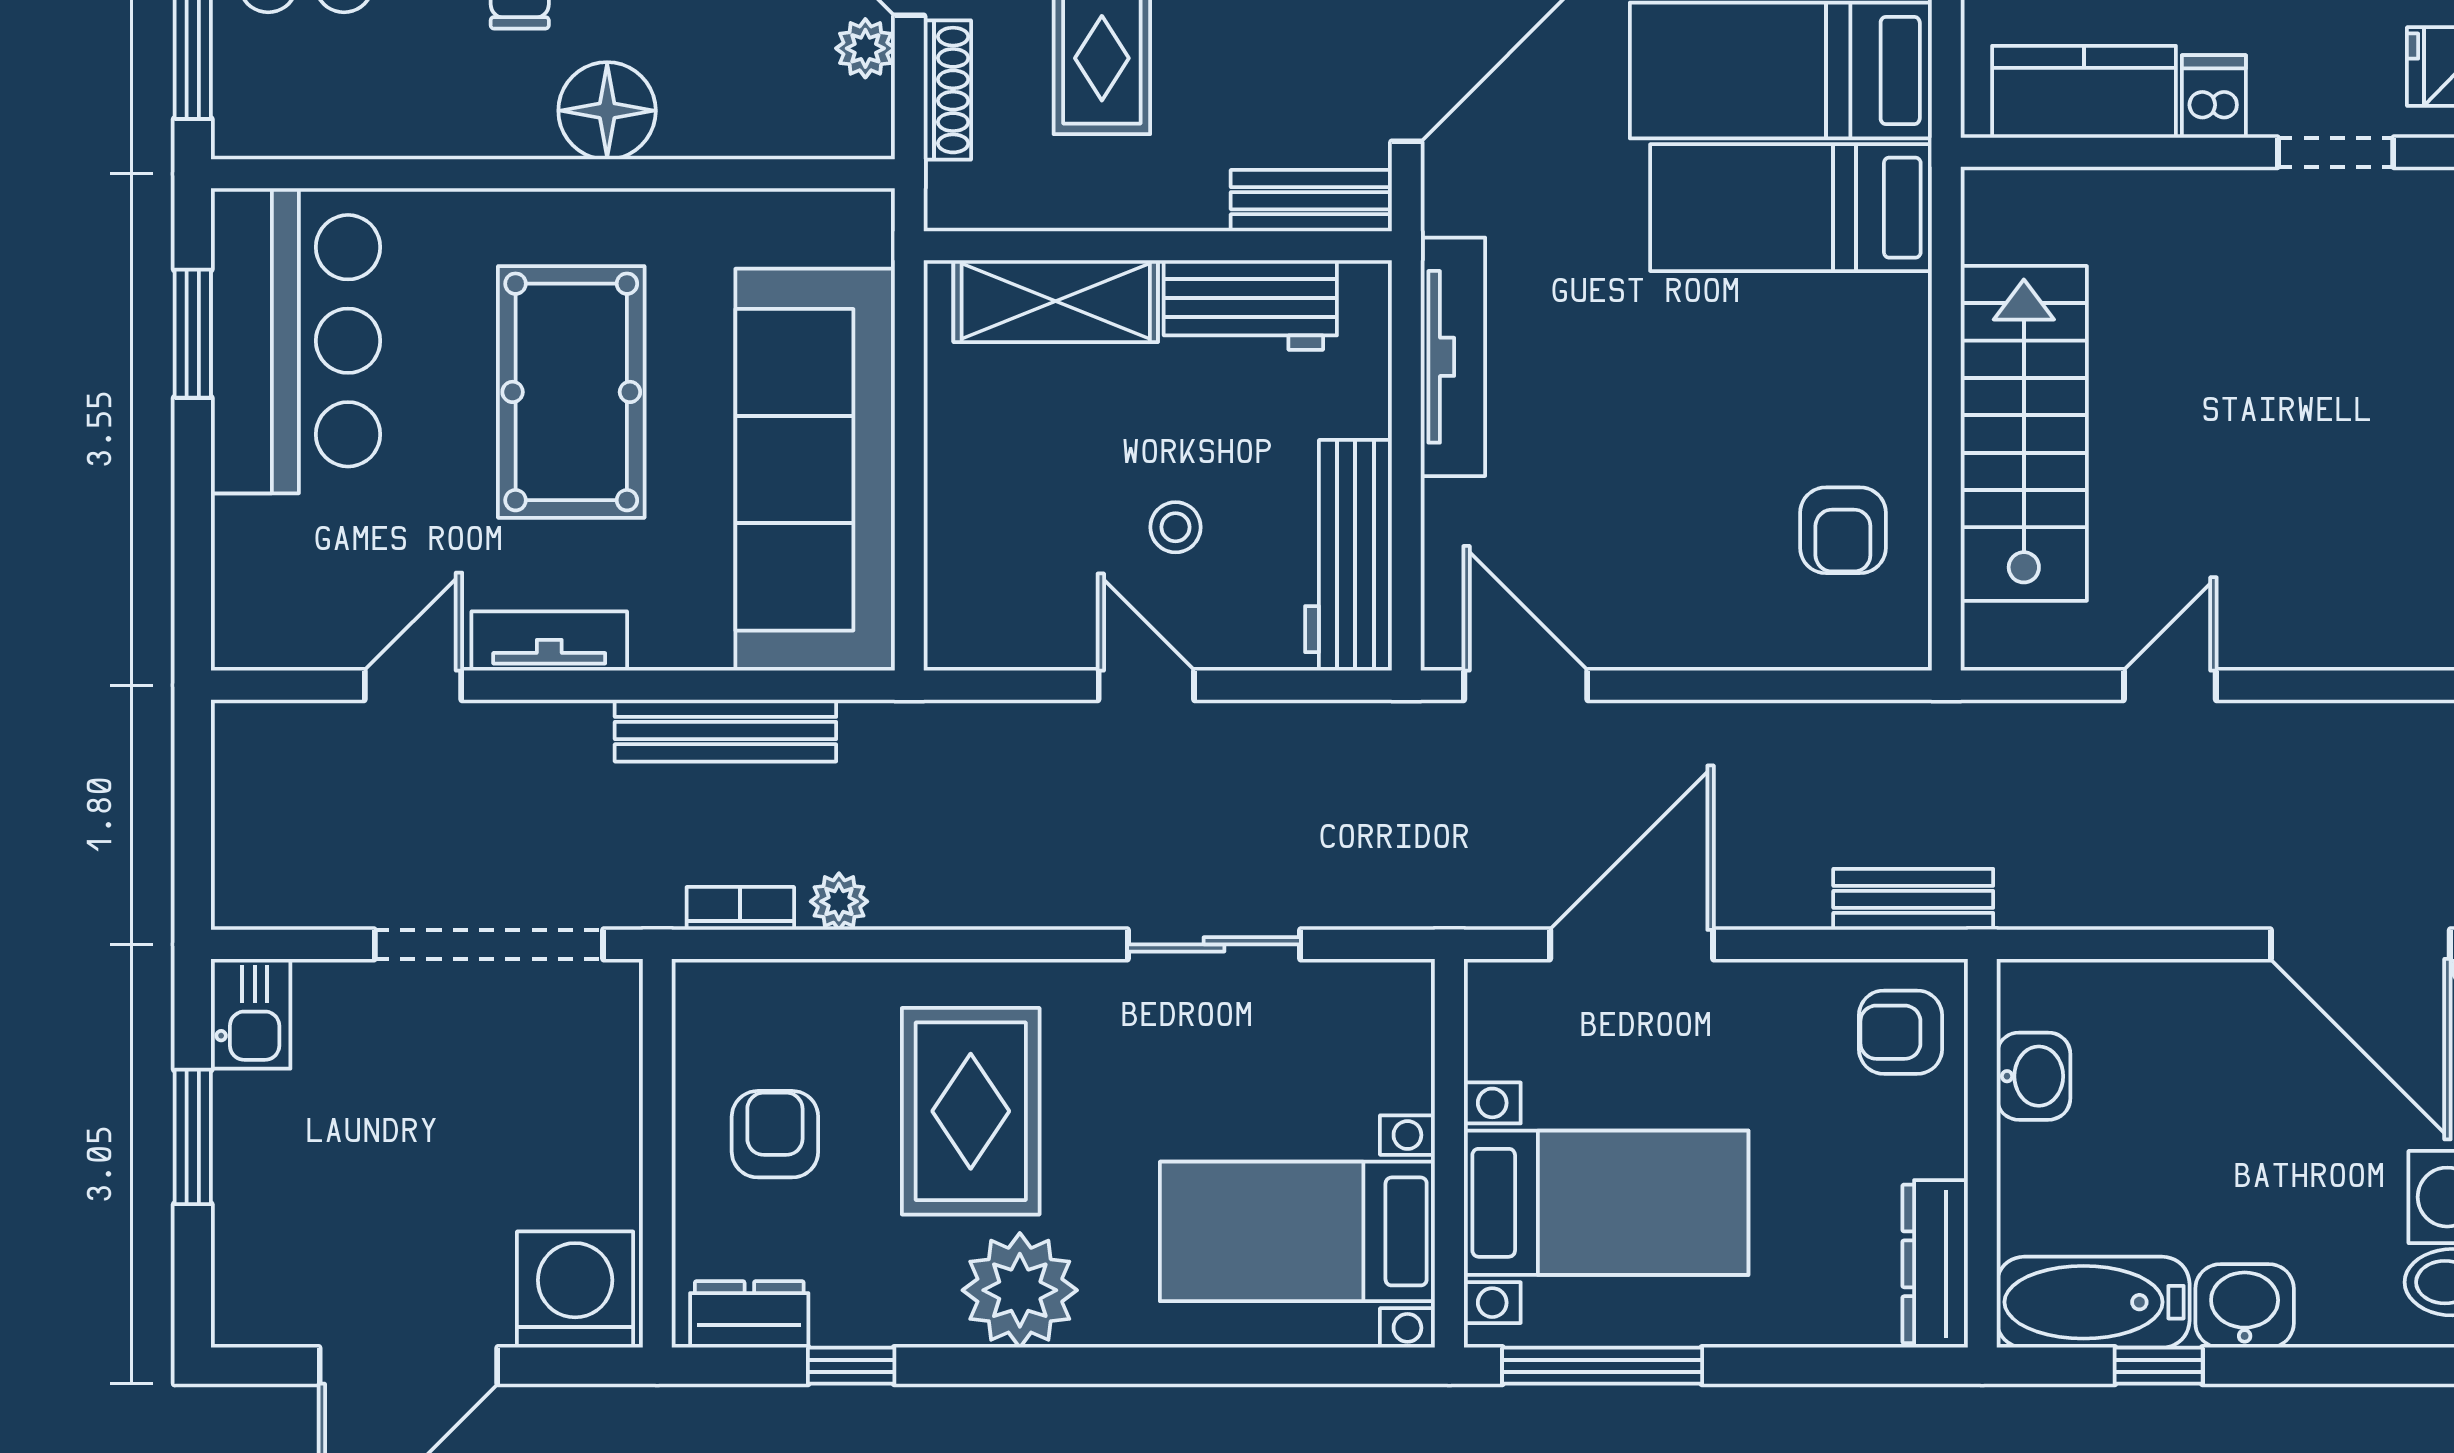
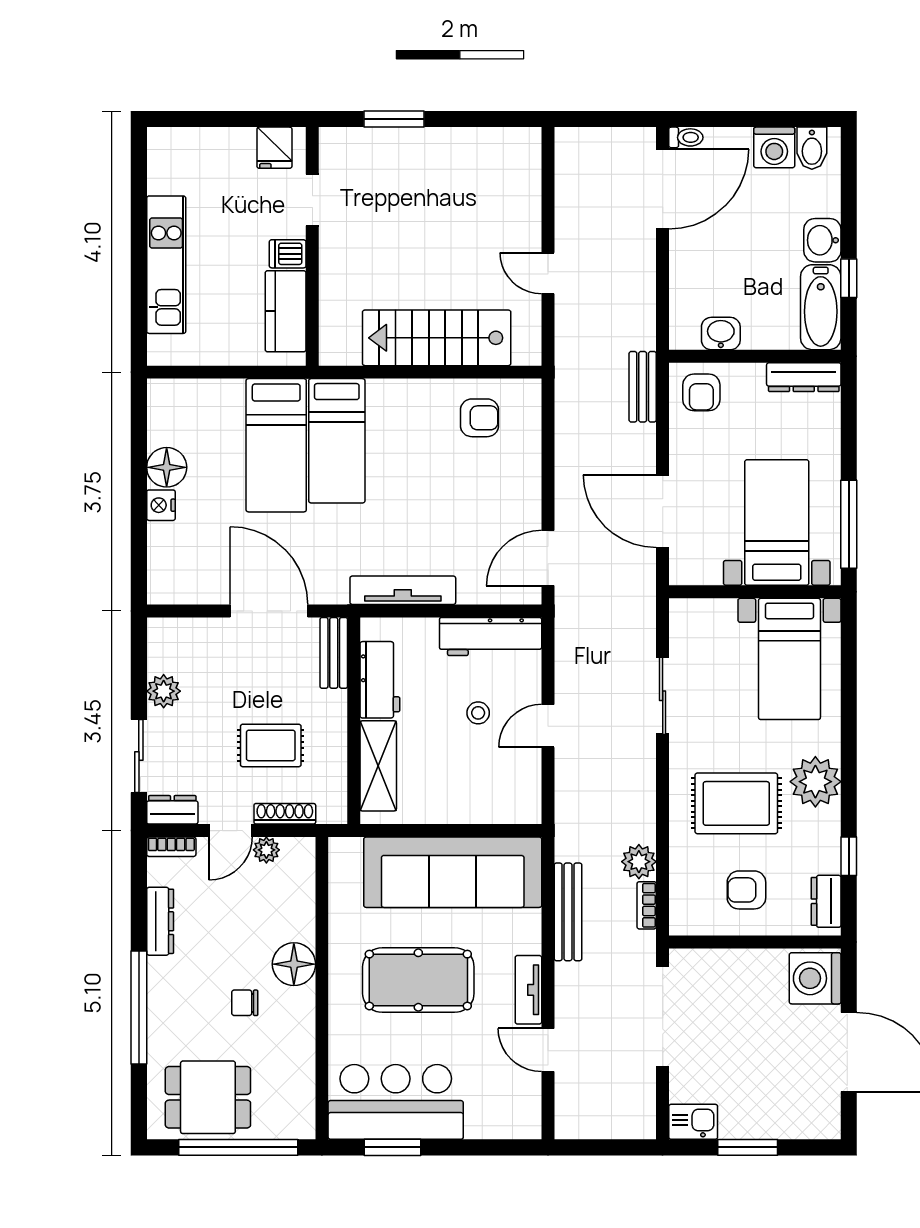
plant: (839, 901) -> (639, 862), width x1.38, depth x1.38

